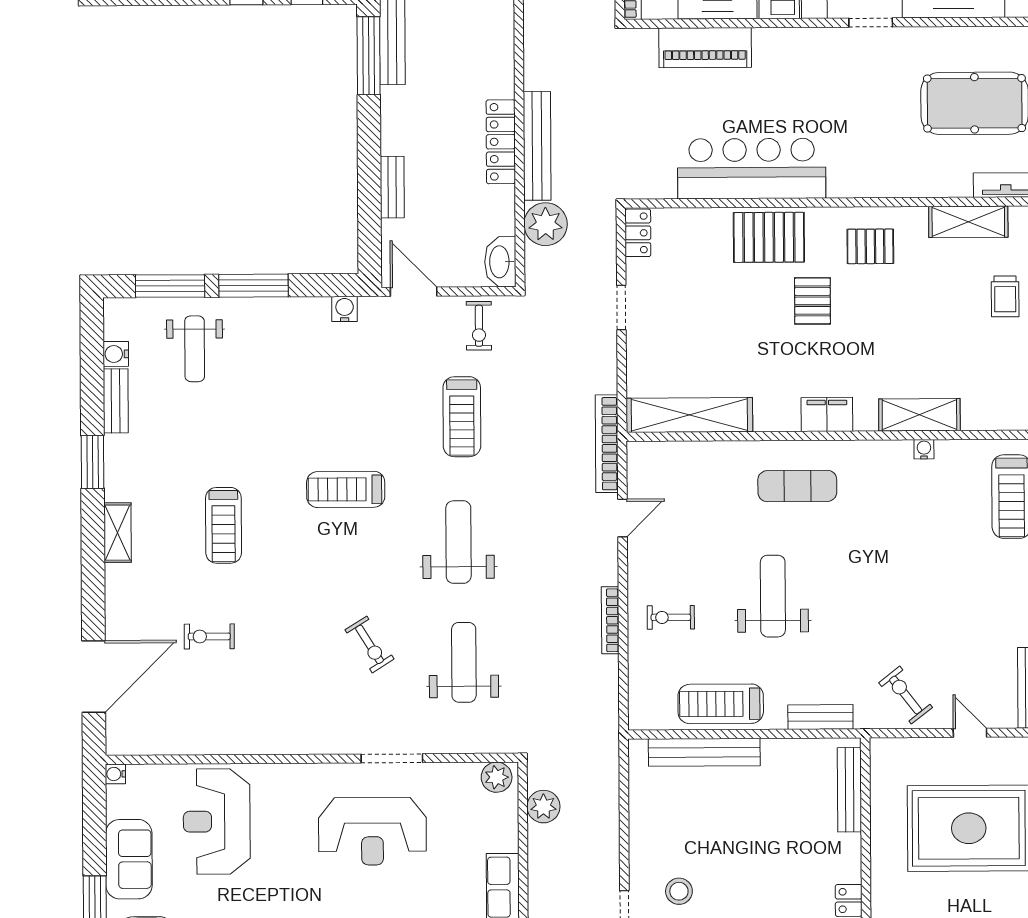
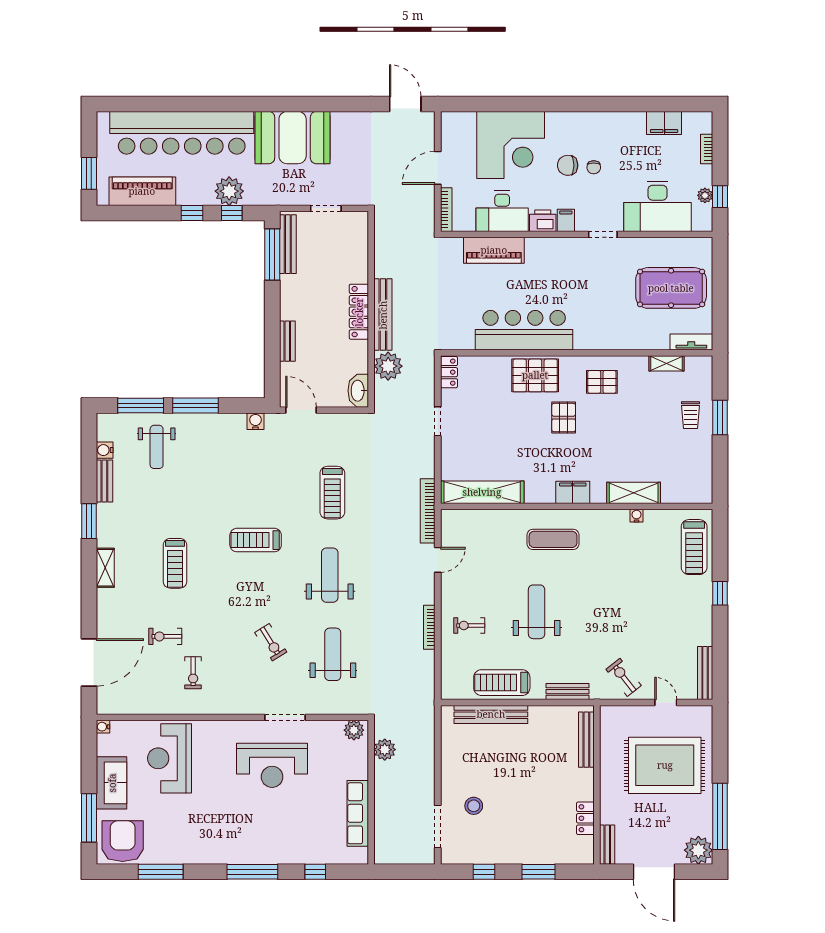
shelving: (968, 222) -> (667, 363), width x0.67, depth x0.75
exercise bike: (479, 326) -> (193, 673), moved

